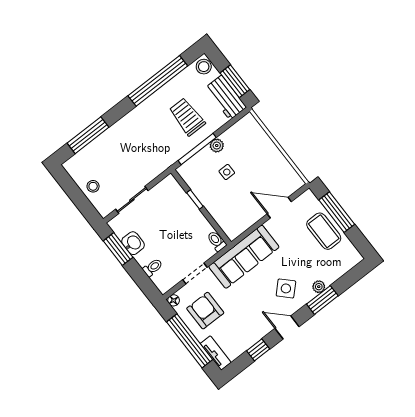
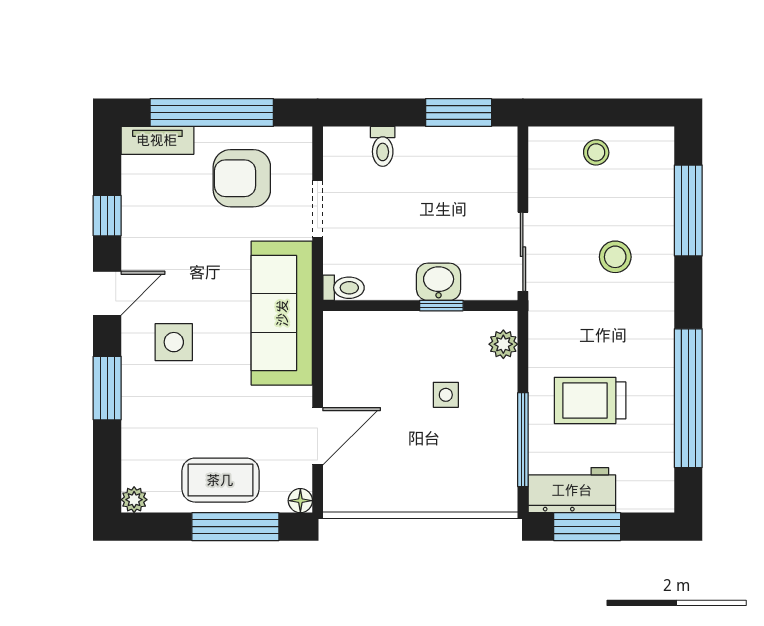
stool: (204, 67) -> (615, 257), moved
trolley: (187, 117) -> (590, 400), turned 180
plant: (217, 146) -> (503, 344), moved
window: (197, 149) -> (523, 440), moved
sliding door: (132, 200) -> (523, 252), moved
washbasin: (133, 243) -> (439, 282), moved, turned 180
plant: (319, 287) -> (134, 500), moved
side table: (286, 288) -> (174, 342), turned 45
floor lamp: (174, 300) -> (300, 501), moved
armchair: (205, 311) -> (242, 178), turned 180

